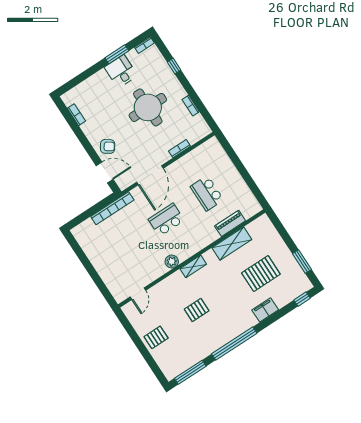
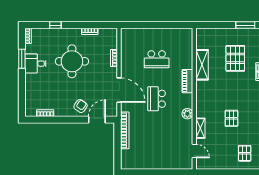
piano: (230, 223) -> (187, 81), moved
shelving: (193, 266) -> (200, 128), moved
pallet: (156, 337) -> (245, 153), moved

